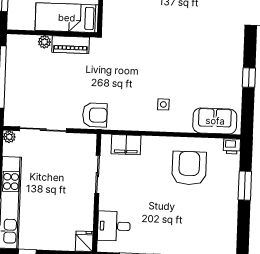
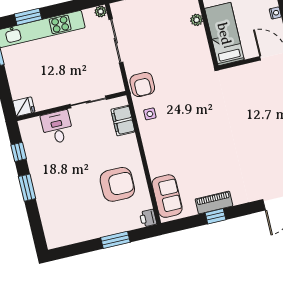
piano: (71, 45) -> (214, 203), moved, turned 90
side table: (163, 104) -> (150, 114), moved
desk: (114, 226) -> (57, 127), moved

